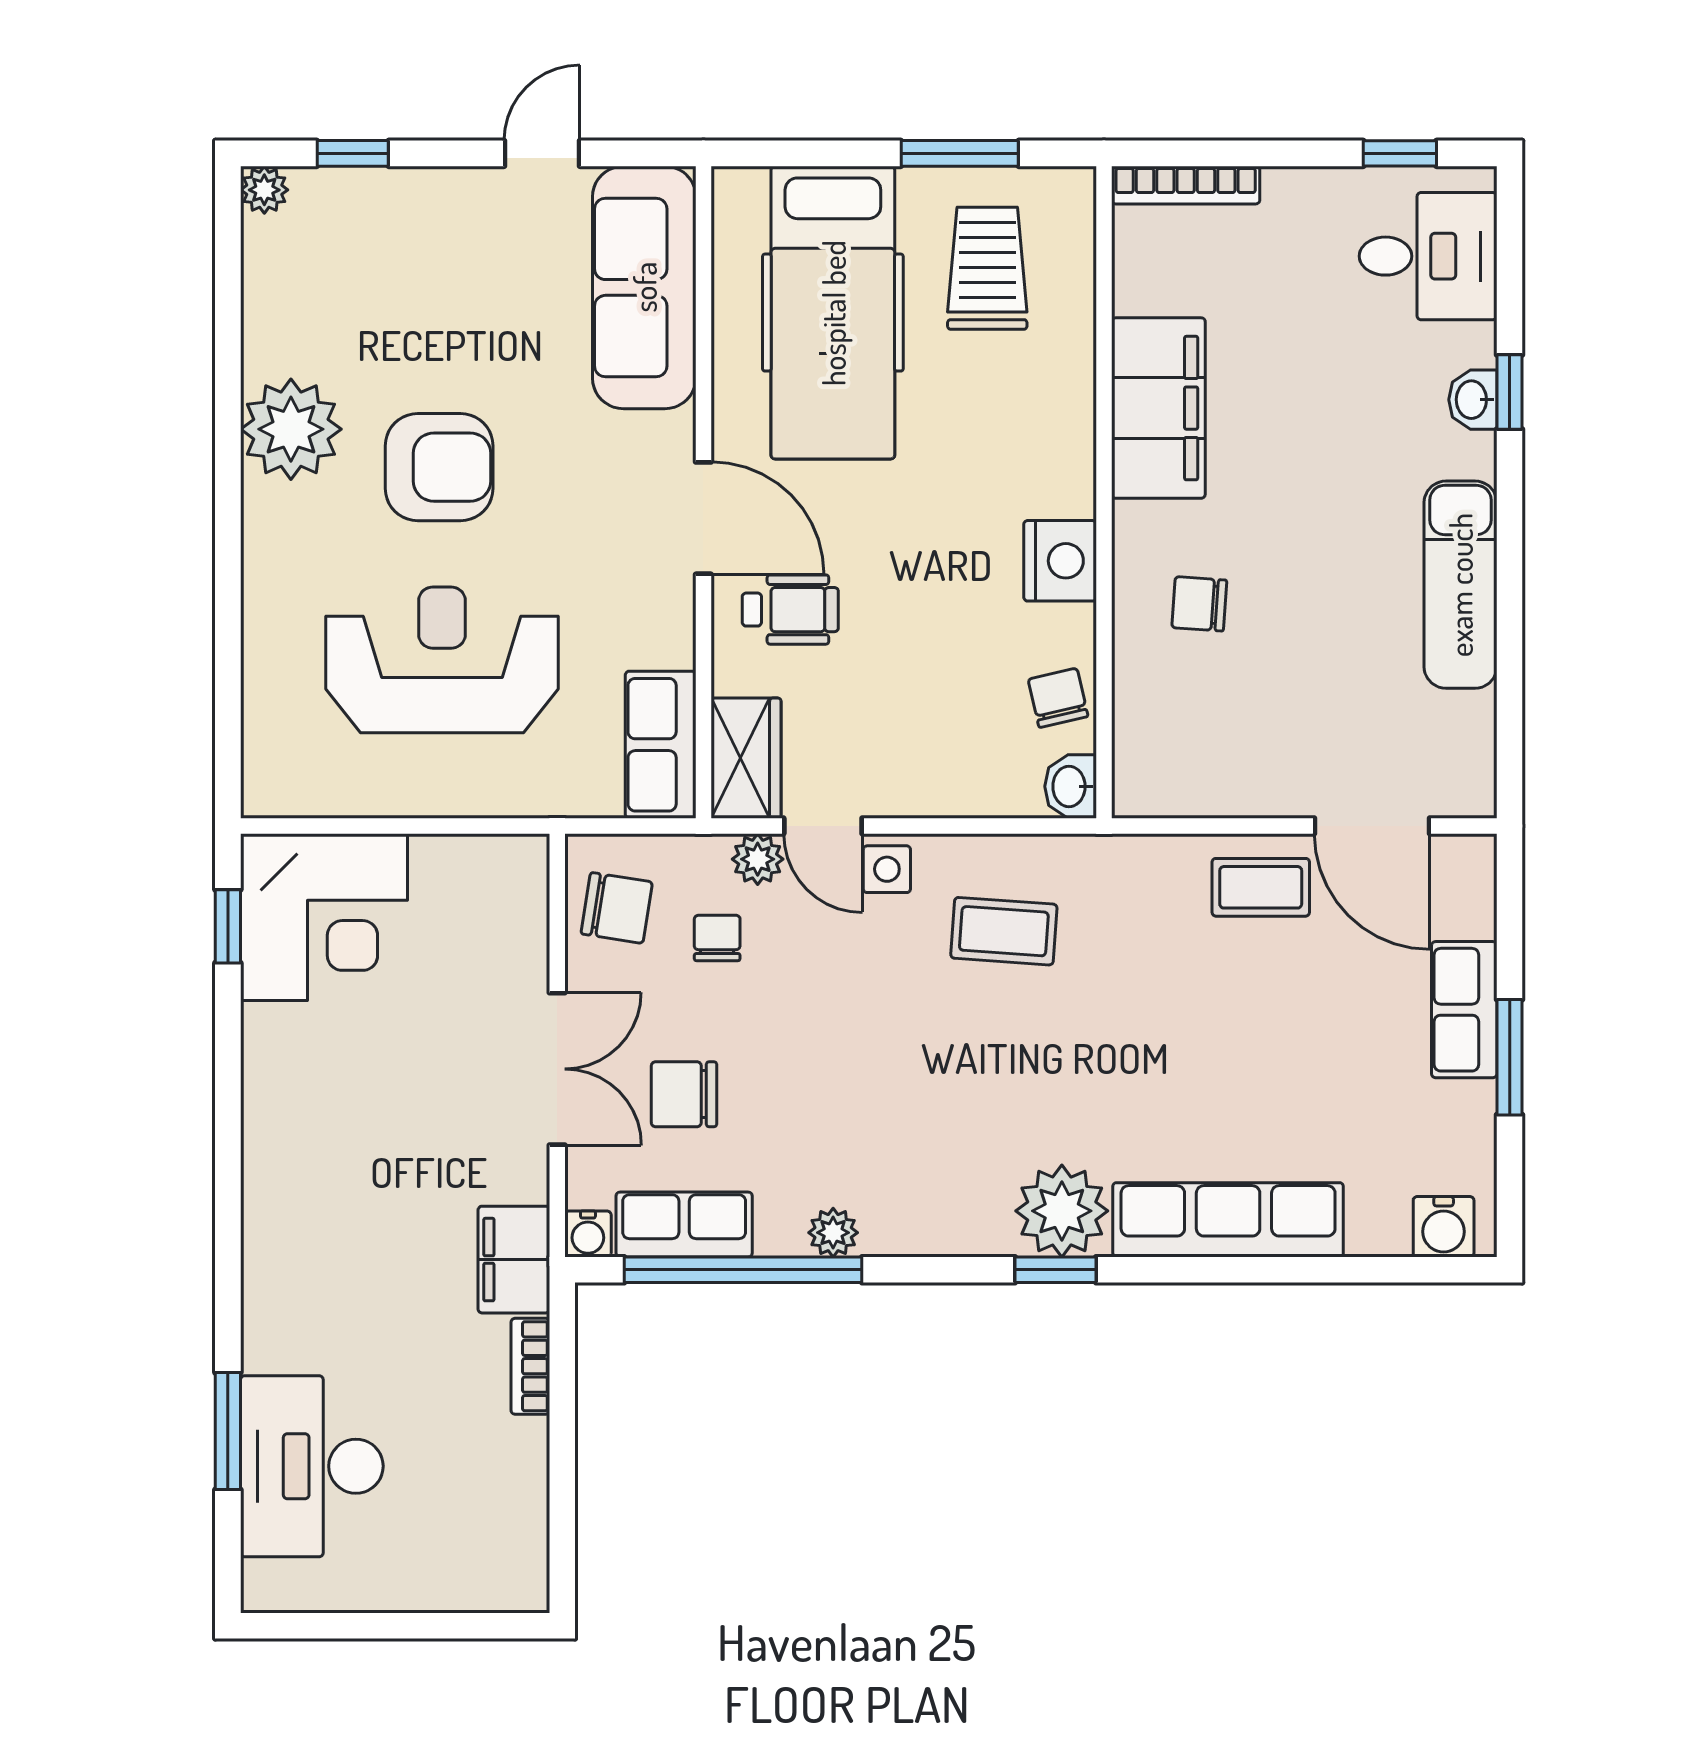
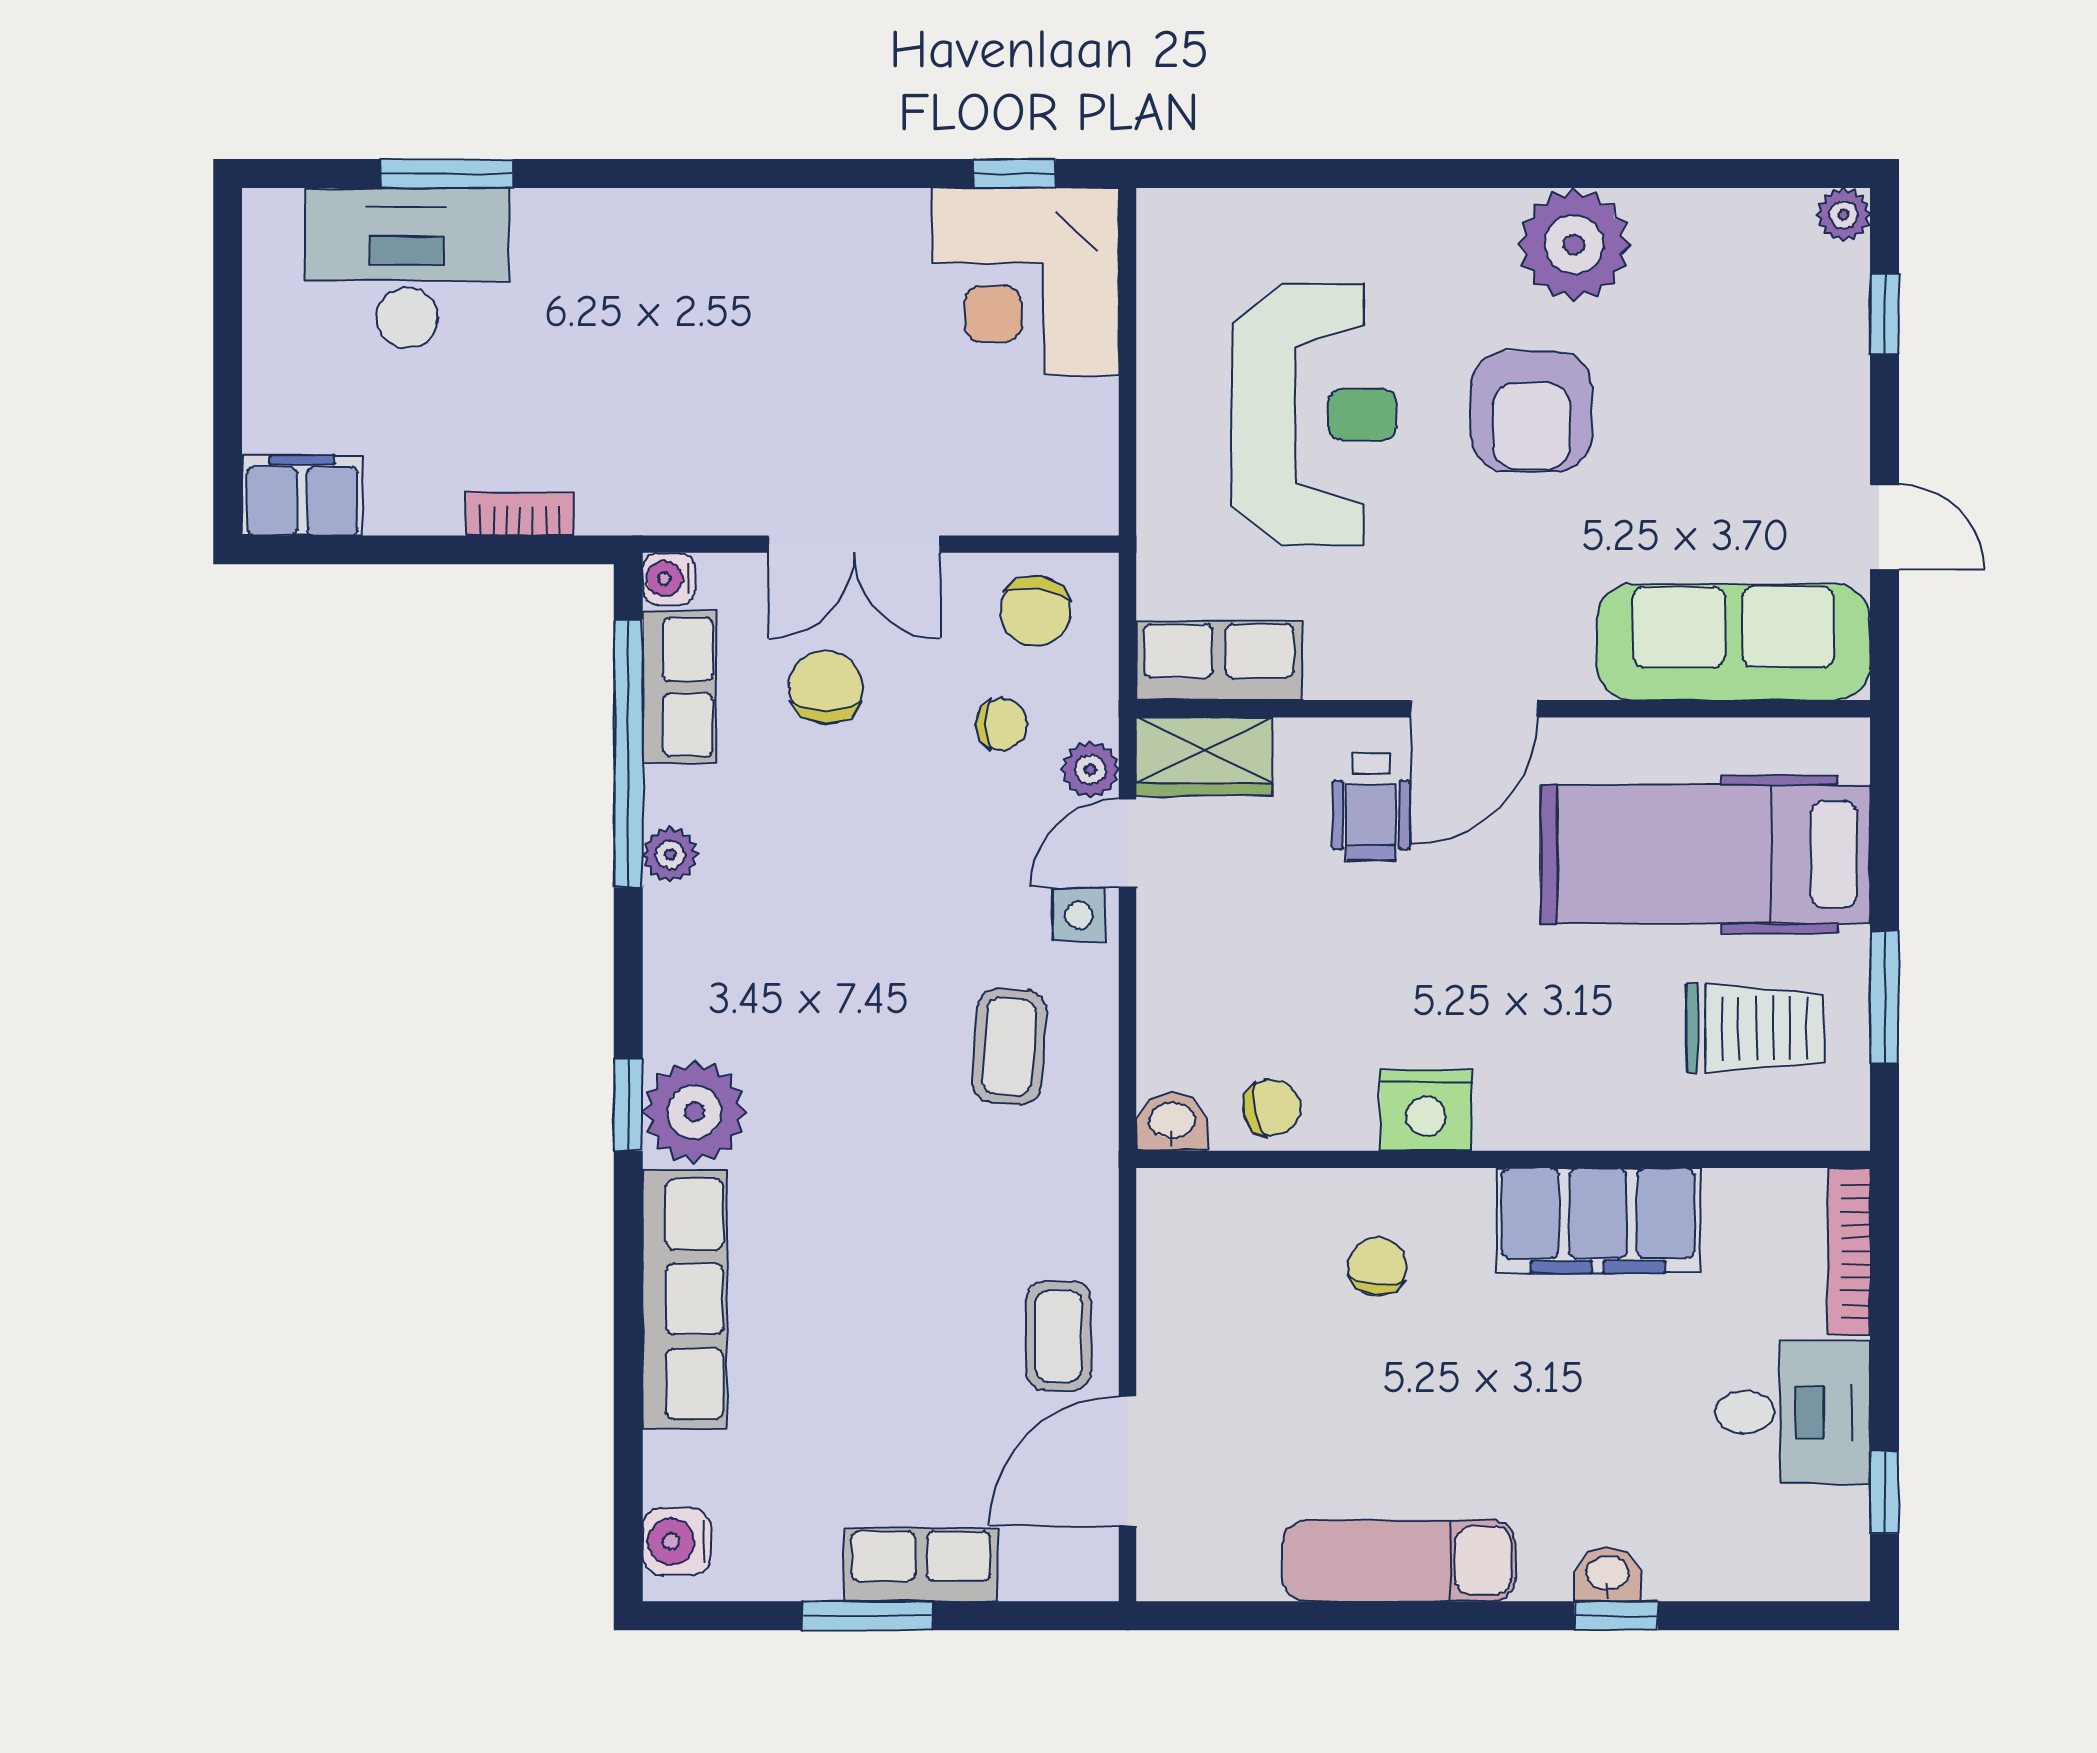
desk: (1428, 256) -> (1793, 1412), moved, turned -90
filing cabinet: (514, 1260) -> (302, 495), moved

